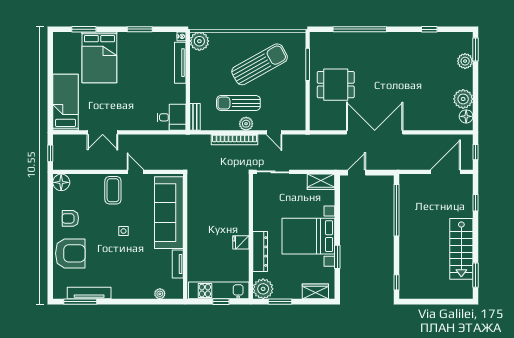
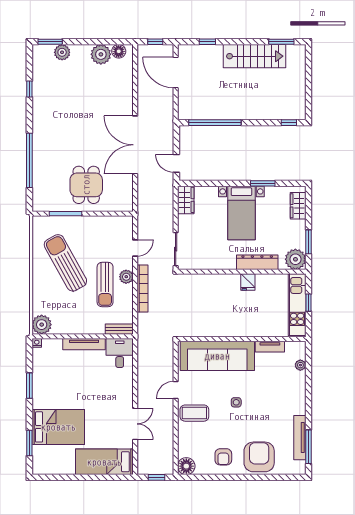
tv unit: (180, 63) -> (84, 344), moved
bed with nightstands: (308, 236) -> (241, 213), width x0.73

